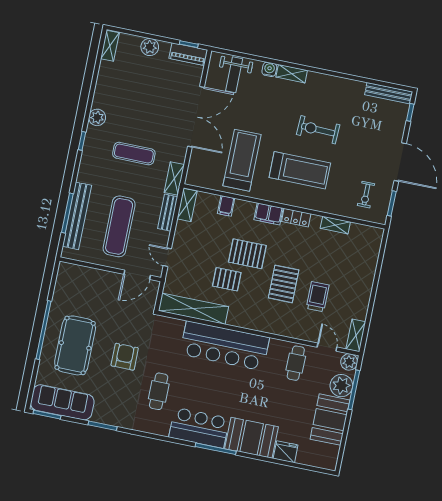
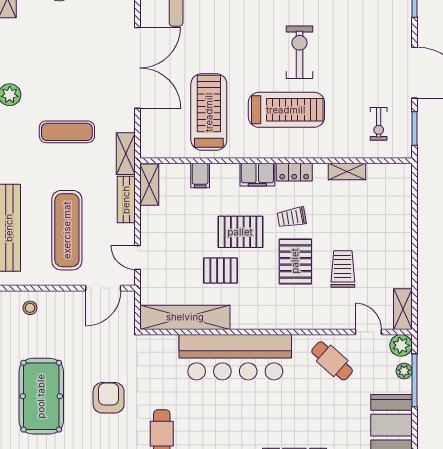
exercise bike: (318, 130) -> (299, 52), turned 88
trolley: (288, 251) -> (292, 217), added
stool: (80, 278) -> (30, 308), added
cafe table: (296, 363) -> (332, 361), turned -48
plant: (341, 386) -> (404, 371), width x0.53, depth x0.53

